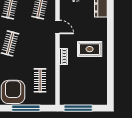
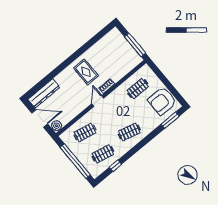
door: (57, 27) -> (98, 101), moved
window: (26, 108) -> (166, 82), removed

